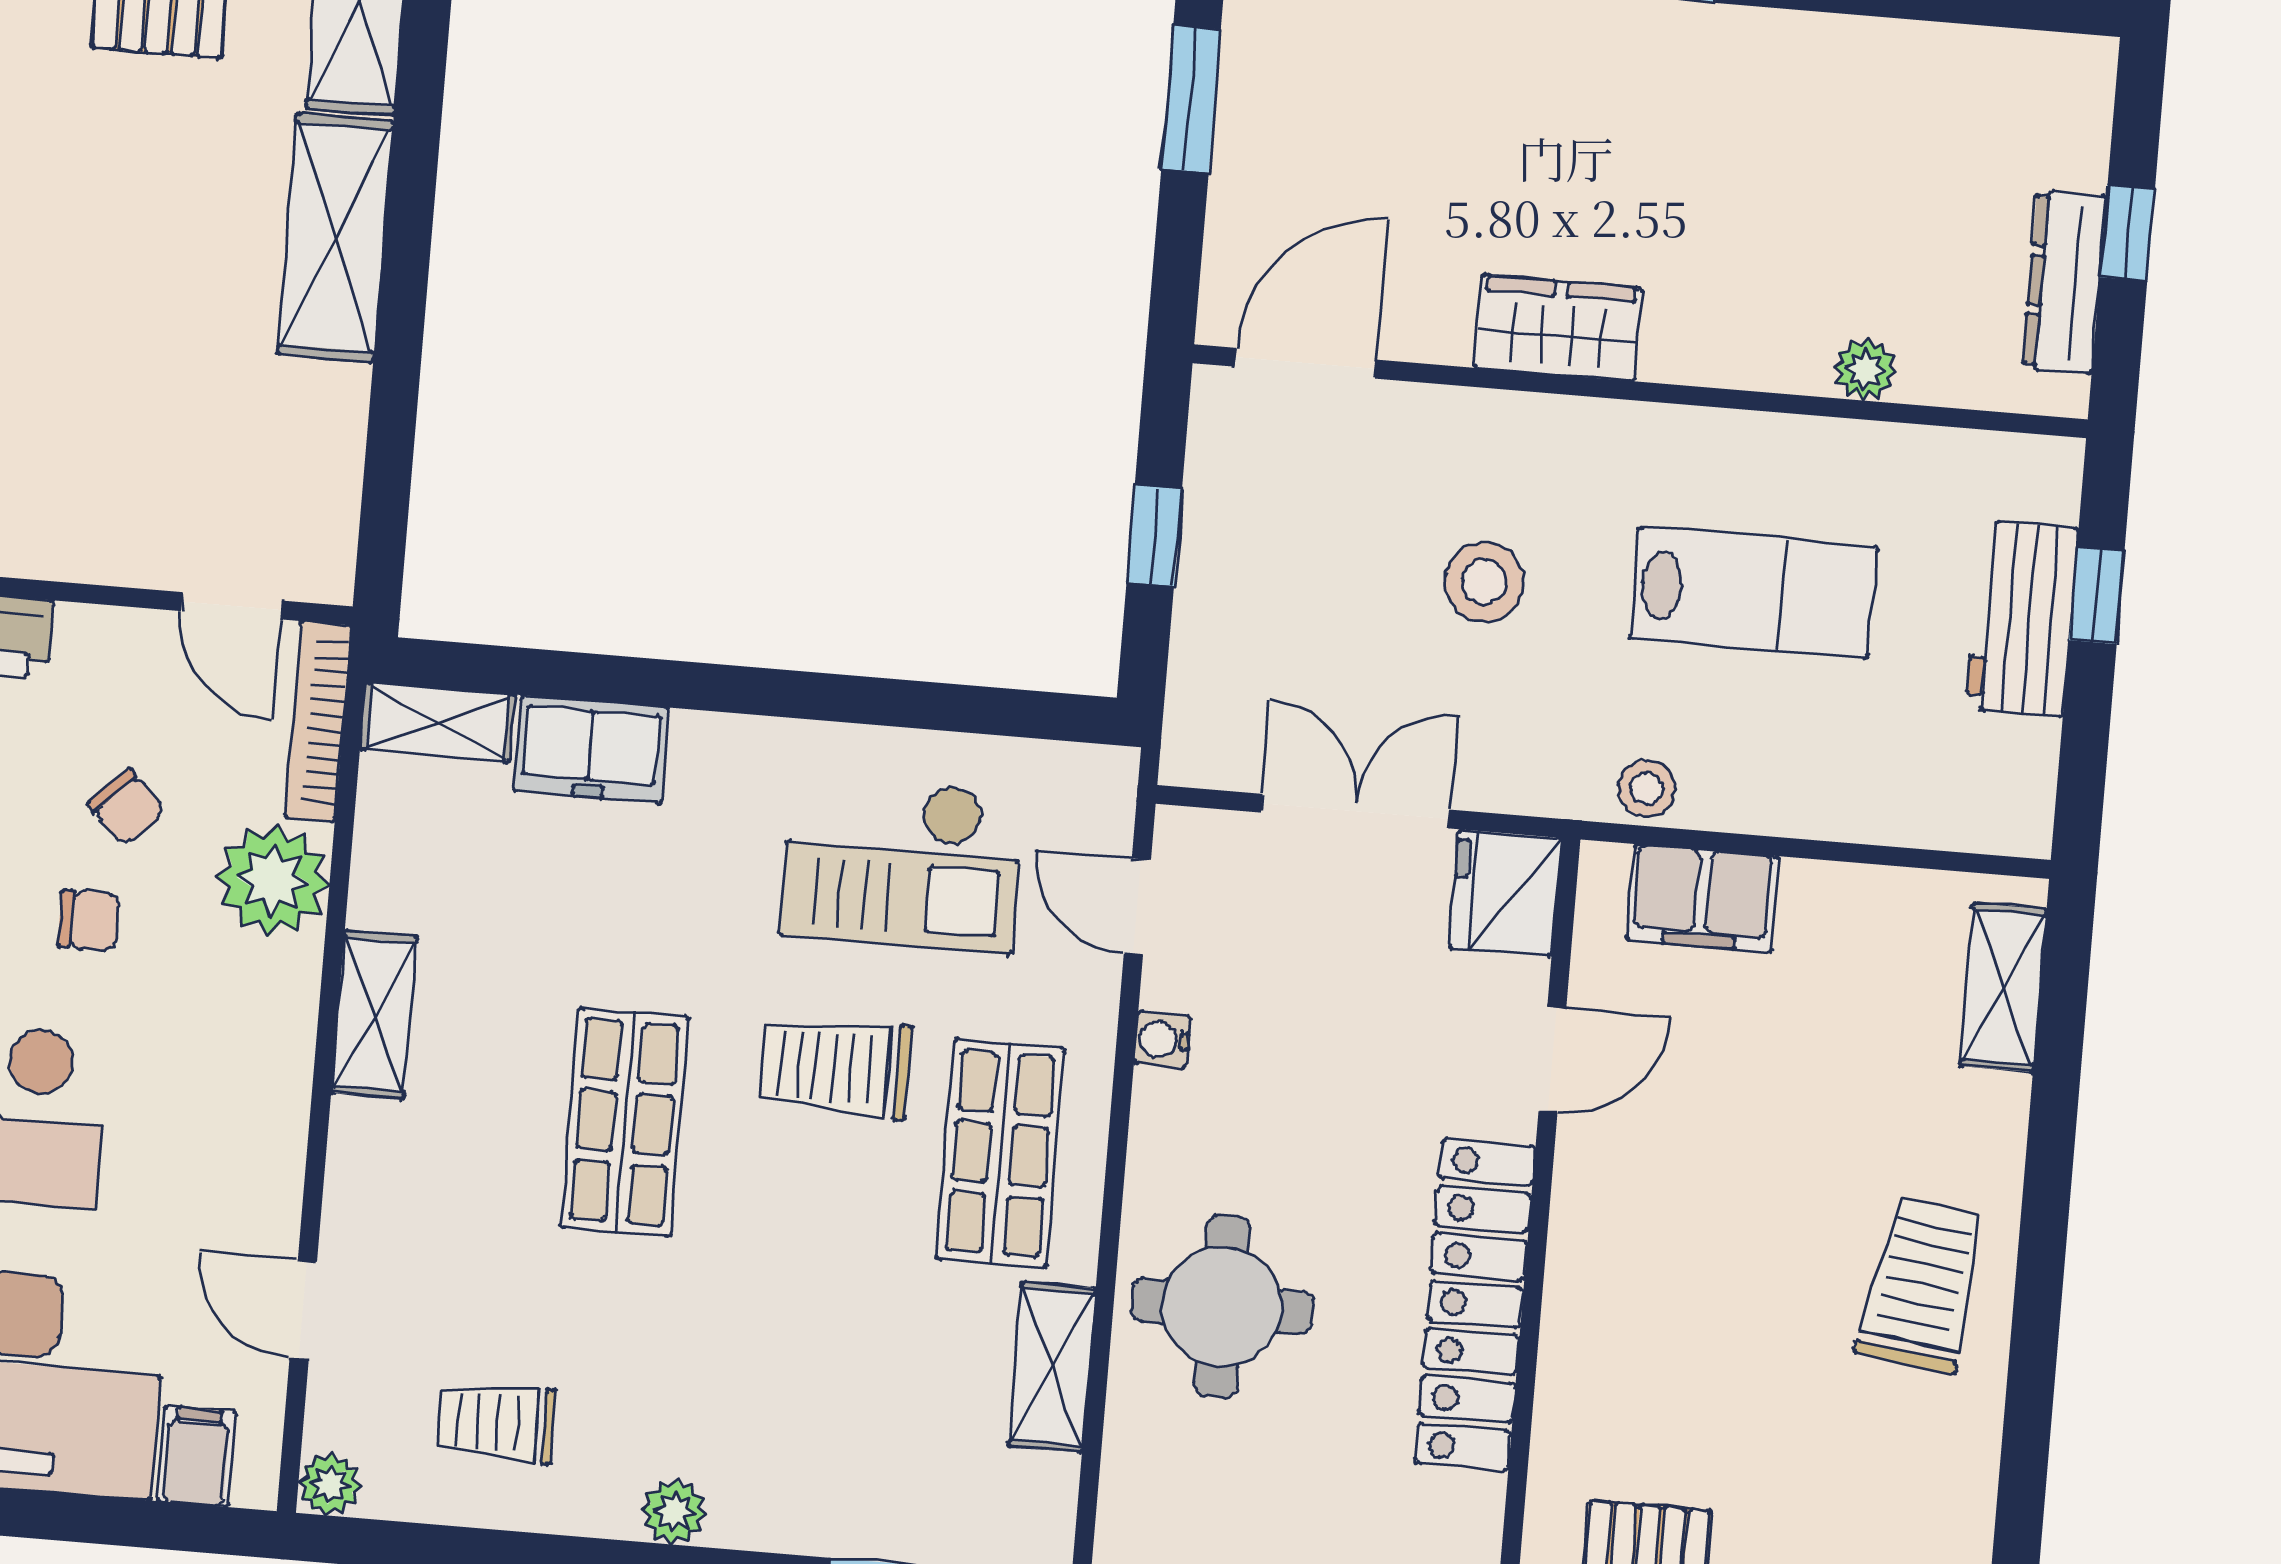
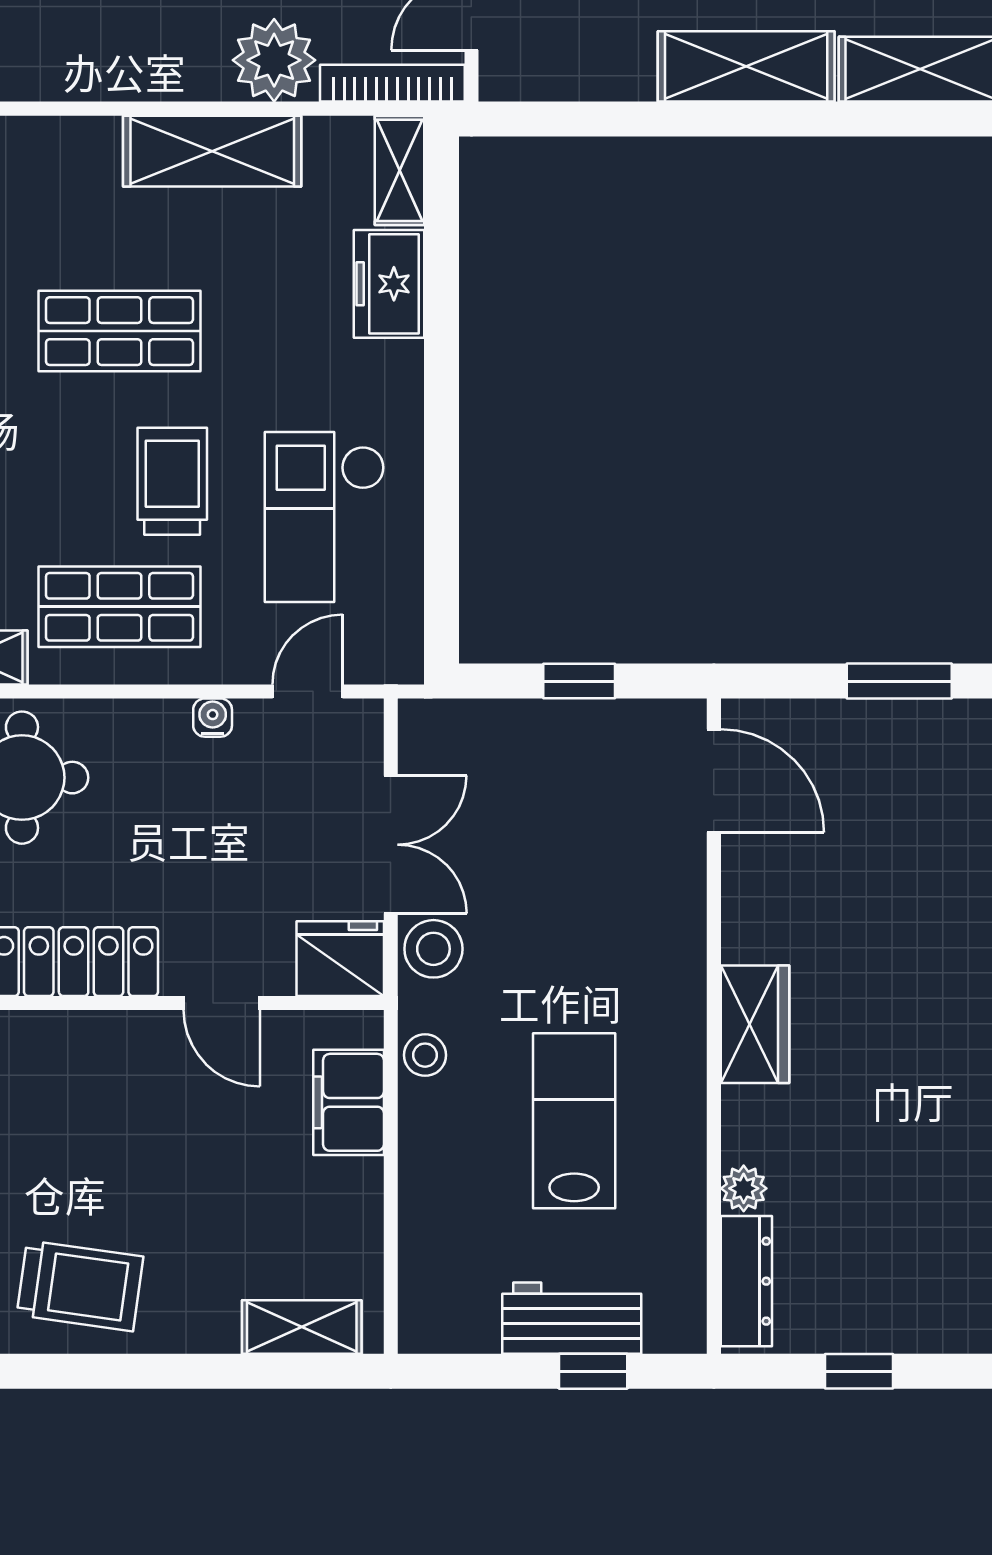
dresser: (2064, 282) -> (746, 1281), moved, turned 90
wardrobe: (1558, 328) -> (755, 1024), moved
stool: (1484, 582) -> (433, 949), moved
lab bench: (1753, 593) -> (574, 1121), turned 180
shelving: (374, 1015) -> (212, 151), width x1.50, depth x1.33

